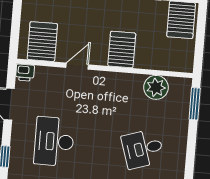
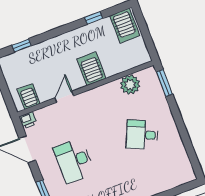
server rack: (42, 42) -> (29, 97), width x0.73, depth x0.70
desk: (143, 149) -> (142, 135), turned 42

